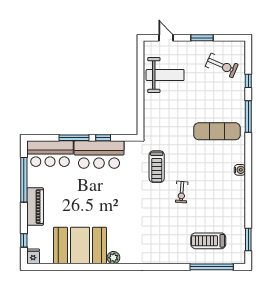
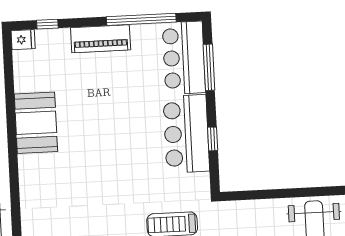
window: (74, 138) -> (209, 67), moved
booth: (80, 245) -> (36, 123), width x0.73, depth x0.70
plant: (113, 258) -> (28, 164), removed

